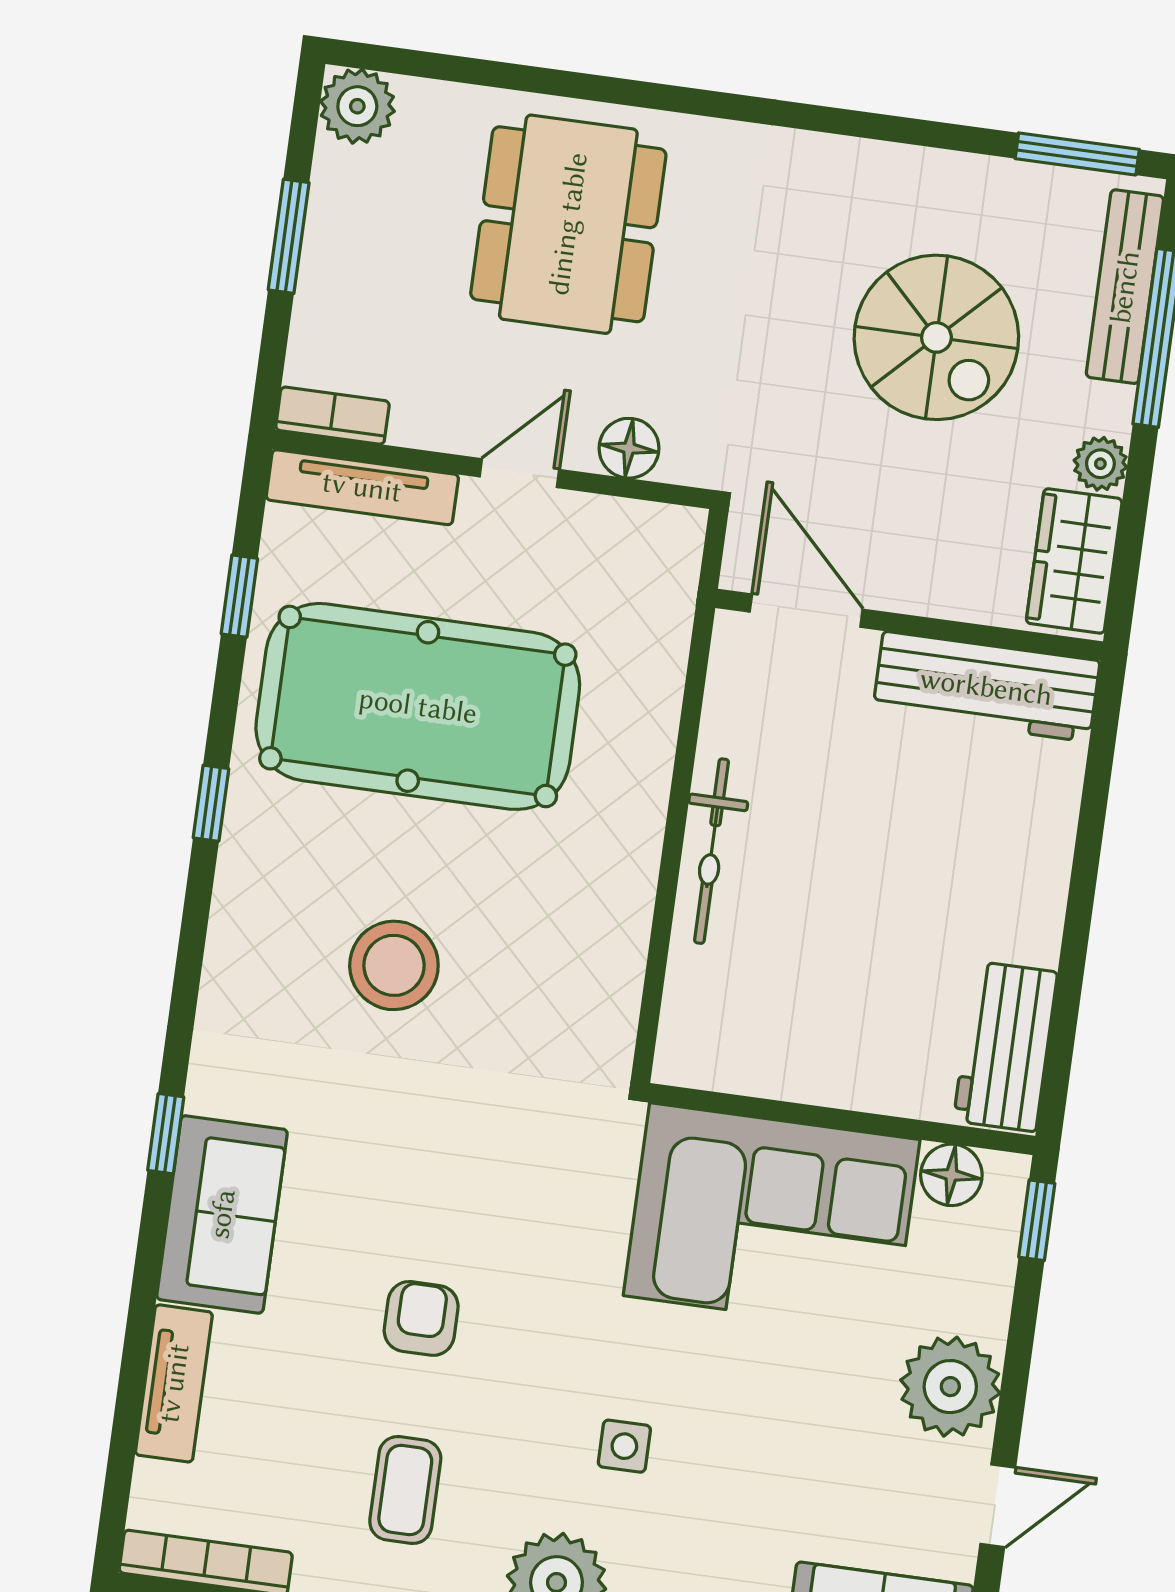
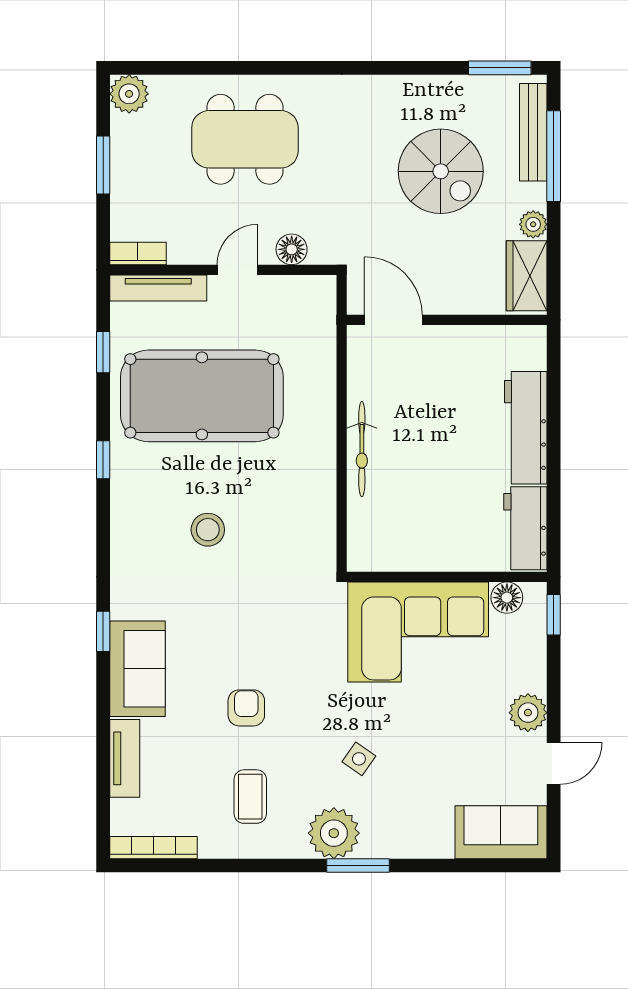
dining table: (568, 224) -> (245, 139), turned 90
workbench: (986, 687) -> (526, 428), moved, turned 90
stool: (394, 965) -> (208, 530), width x0.73, depth x0.73
plant: (950, 1387) -> (528, 713), width x0.73, depth x0.73
side table: (624, 1446) -> (359, 759), turned 35

